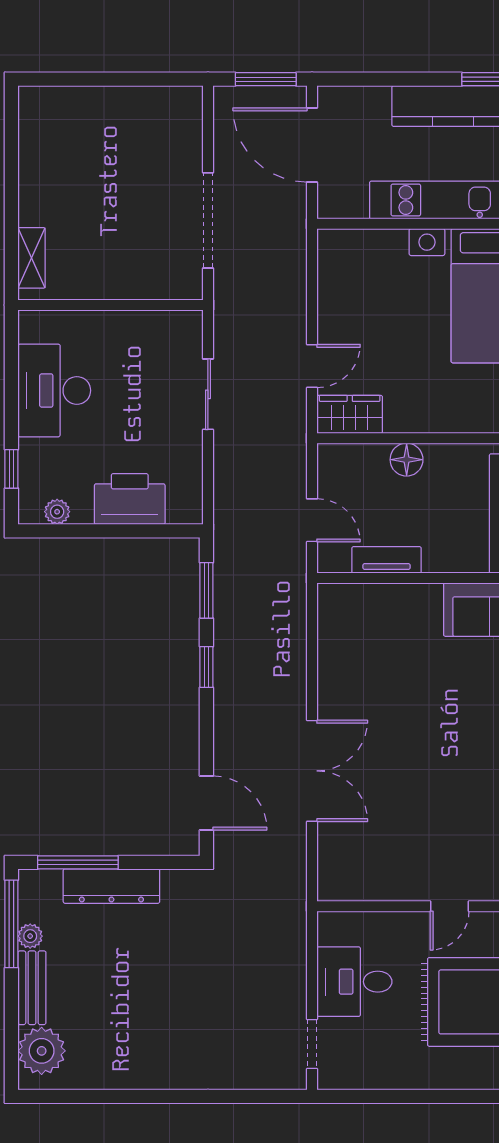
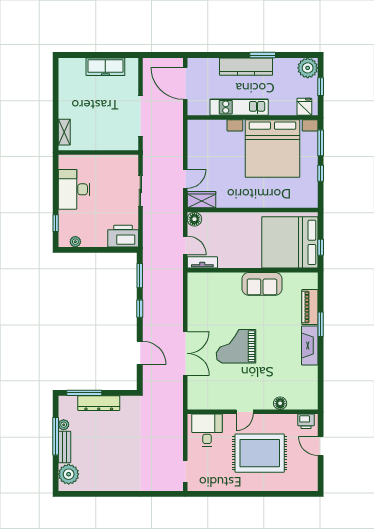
window: (266, 79) -> (165, 55), removed
freezer: (127, 106) -> (105, 67), added
floor lamp: (407, 460) -> (194, 219), moved
printer: (130, 499) -> (123, 236), moved
tv unit: (387, 560) -> (202, 262), moved
grand piano: (429, 754) -> (236, 346), added
door: (206, 803) -> (140, 353), moved
window: (11, 924) -> (56, 436), moved
desk: (354, 982) -> (207, 430), moved, turned 90

